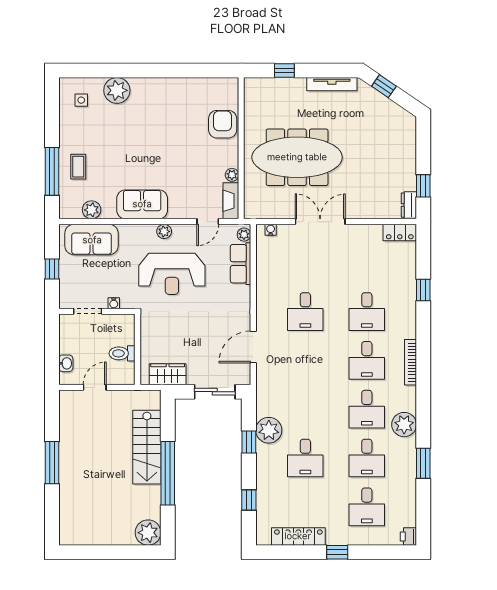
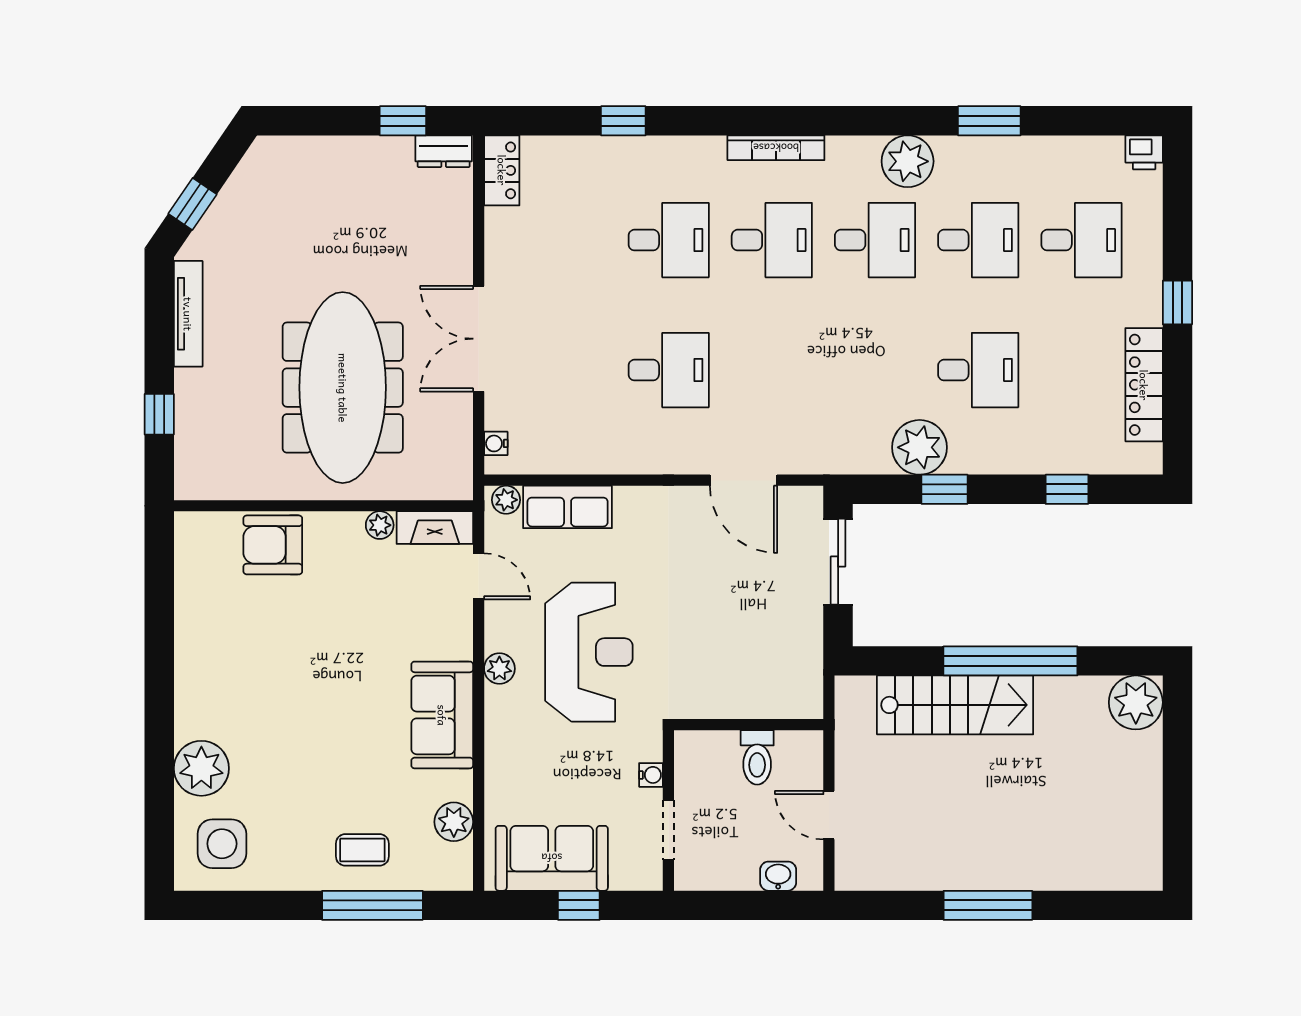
side table: (81, 100) -> (222, 844), width x1.87, depth x1.87
sofa: (92, 240) -> (552, 858), moved, turned -90
wardrobe: (168, 374) -> (801, 661), removed

